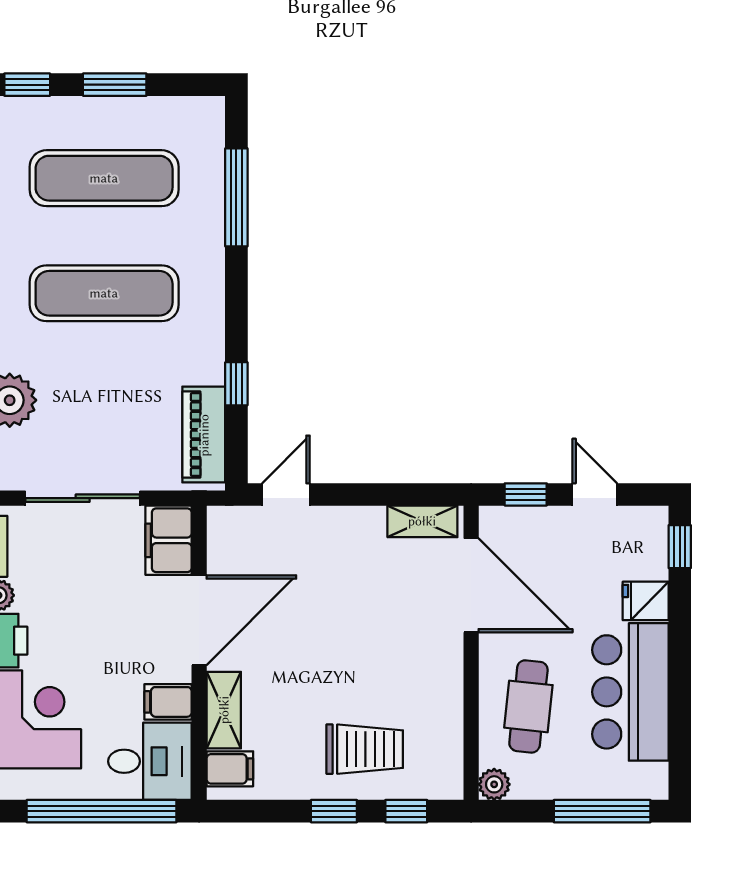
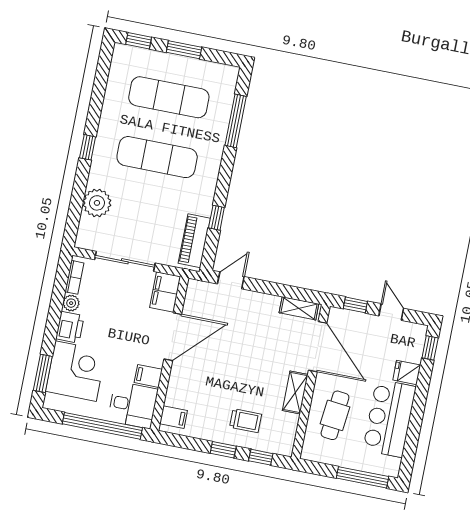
shelving: (224, 710) -> (295, 393), moved
trolley: (365, 749) -> (246, 421), width x0.73, depth x0.72
plant: (494, 784) -> (309, 452), removed

